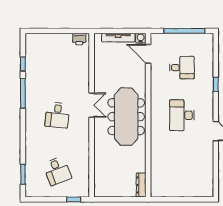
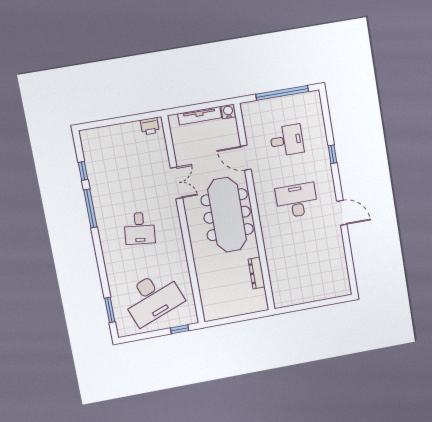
door: (148, 54) -> (246, 158), moved
double door: (92, 105) -> (176, 183), moved
desk: (182, 115) -> (297, 200), turned 90
desk: (57, 171) -> (152, 298), width x1.87, depth x1.30
dresser: (141, 185) -> (257, 273), moved

